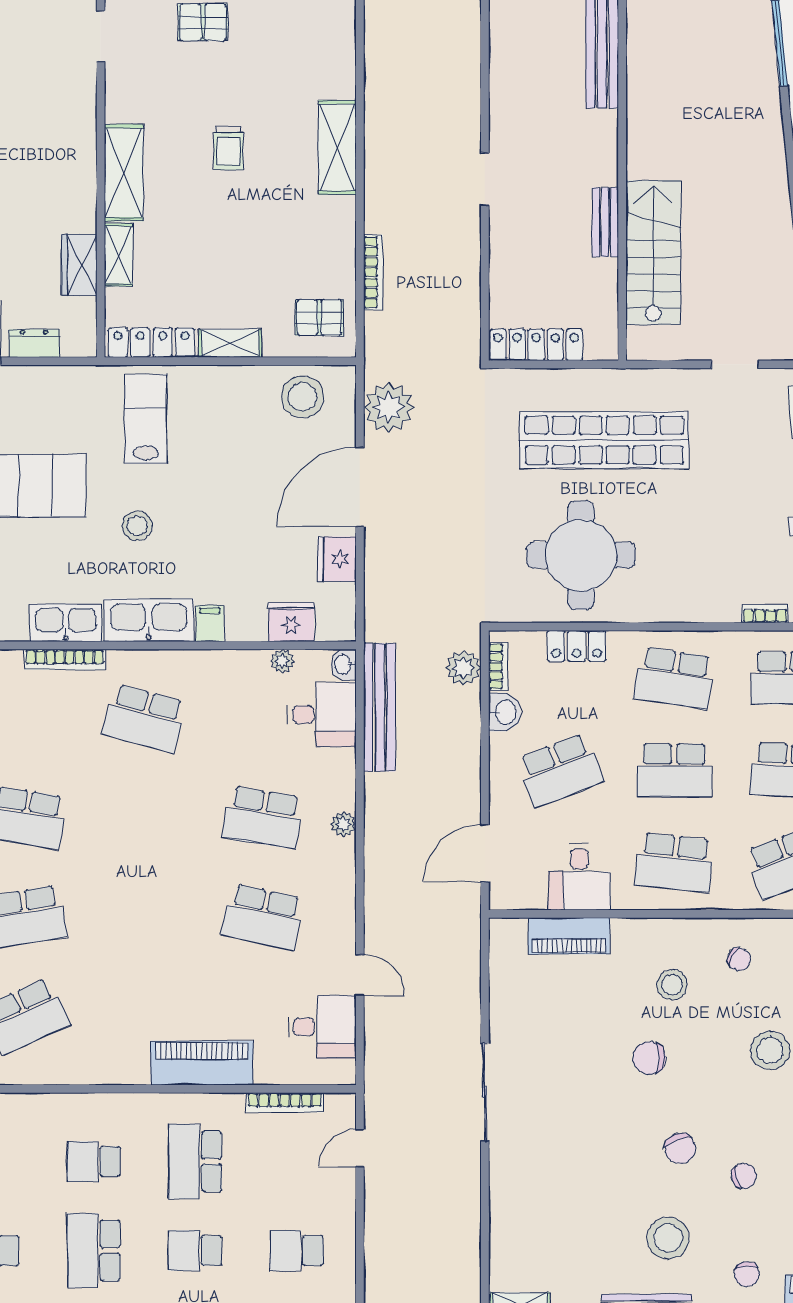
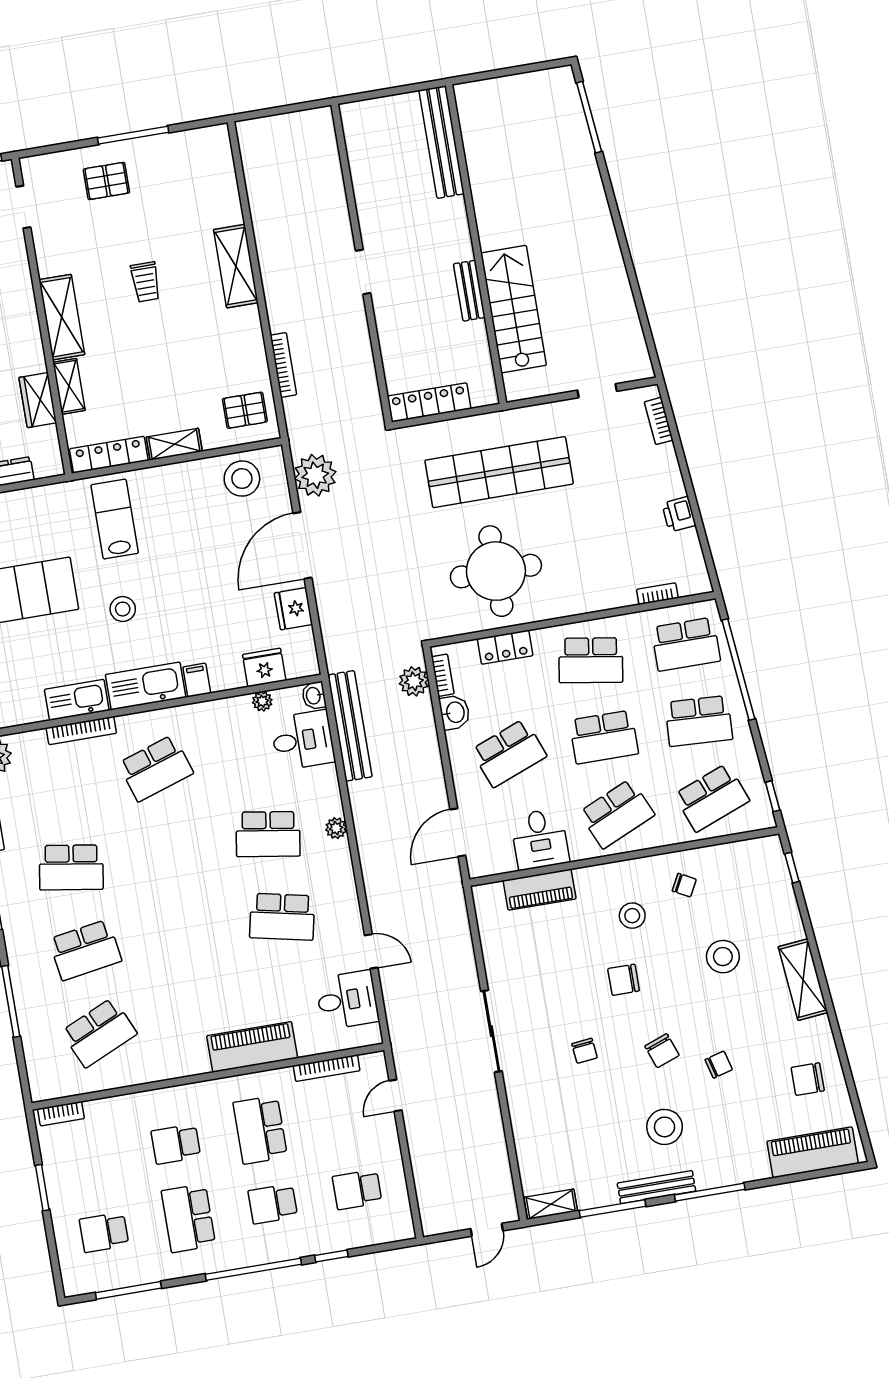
school desk: (144, 718) -> (156, 768), turned -33
school desk: (674, 863) -> (617, 814), turned -30
chair: (747, 1274) -> (585, 1051), moved

